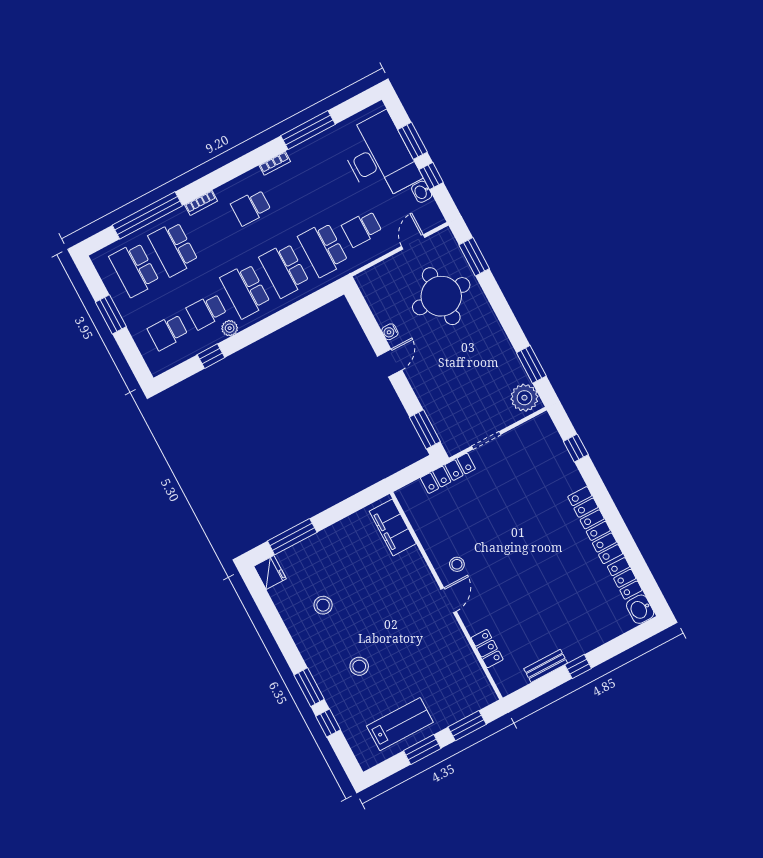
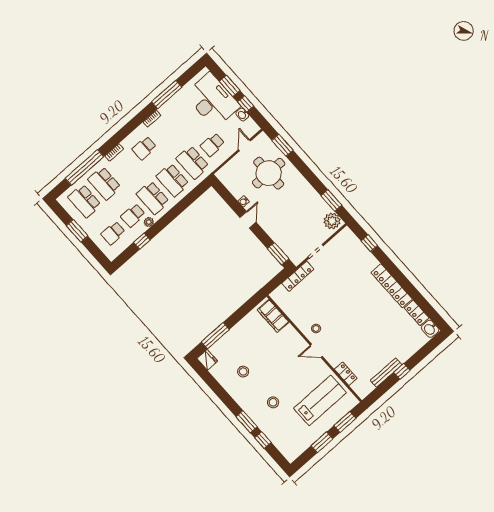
door: (449, 600) -> (316, 351), swing flipped
bench: (546, 666) -> (386, 373), width x1.36
lab bench: (400, 724) -> (320, 400), moved, width x1.36, depth x1.39

